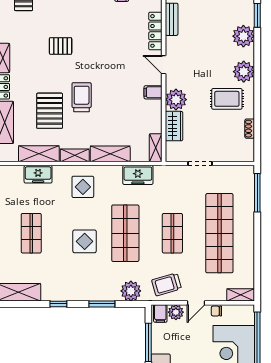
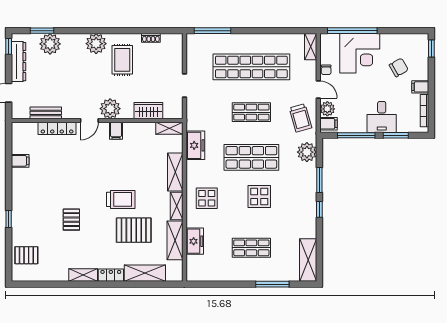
plant: (243, 36) -> (50, 44), moved
trolley: (82, 97) -> (121, 199), turned 180
plant: (176, 100) -> (110, 109), moved
window: (58, 304) -> (319, 209), moved

